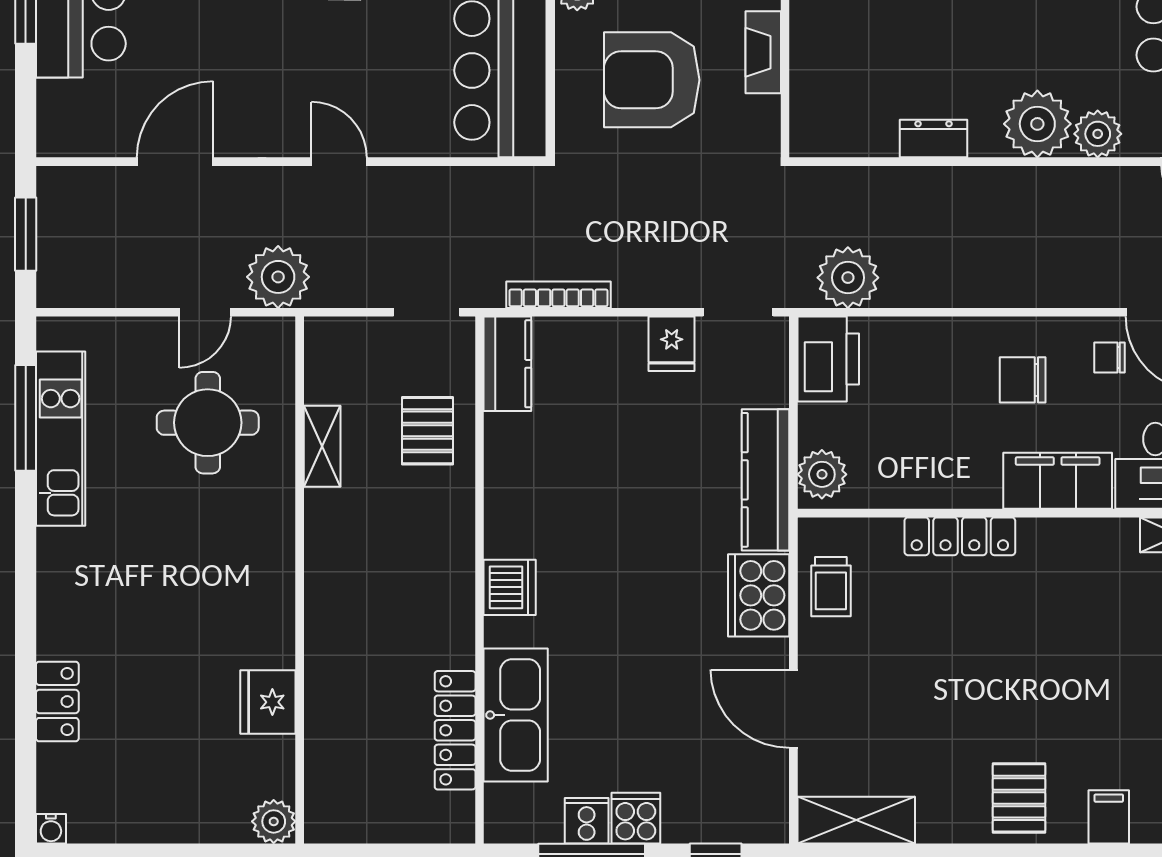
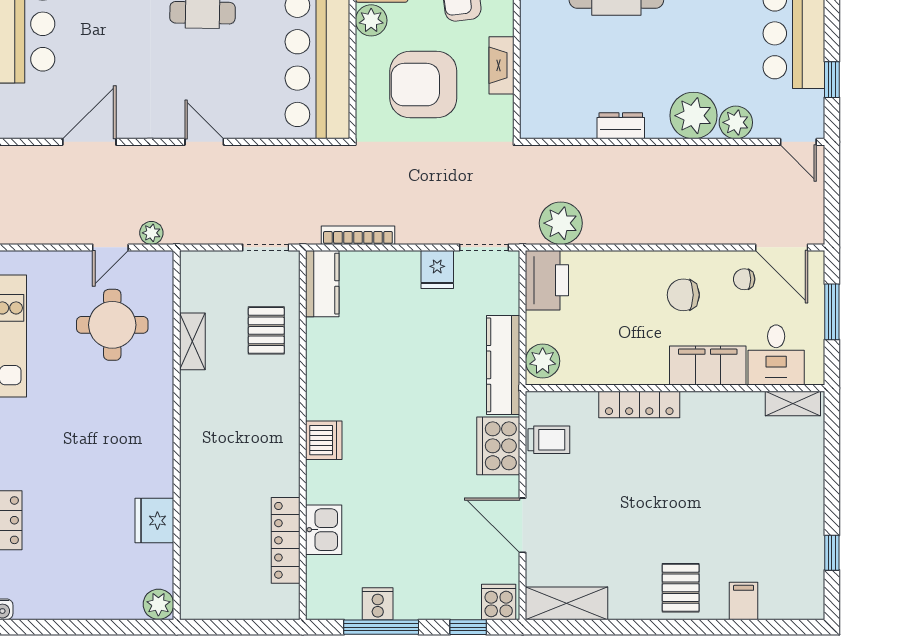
plant: (278, 277) -> (151, 233), width x0.53, depth x0.53
trolley: (831, 587) -> (549, 440), turned -90
kitchen sink: (516, 715) -> (324, 530), width x0.53, depth x0.81
cooker: (636, 818) -> (499, 602), moved

